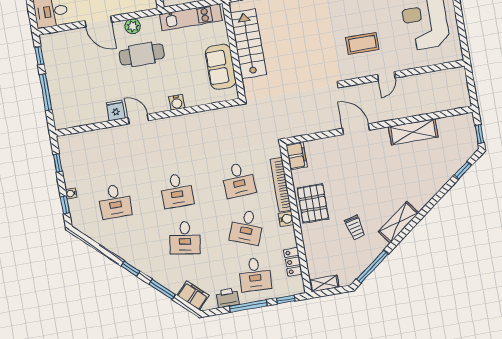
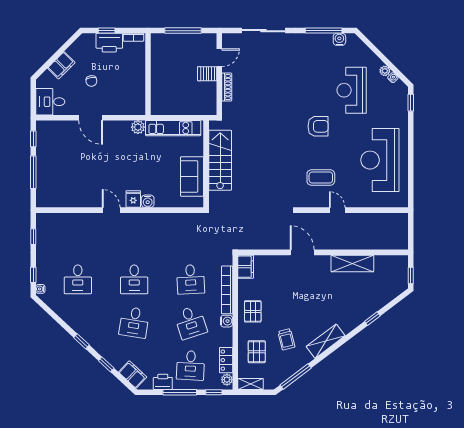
plant: (133, 26) -> (138, 127), moved
cafe table: (142, 54) -> (124, 153), removed
door: (386, 76) -> (337, 210), swing flipped
fridge: (116, 110) -> (133, 199), moved
window: (463, 170) -> (372, 319), moved
water cooler: (71, 193) -> (40, 289), moved
pallet: (313, 203) -> (253, 311), width x0.67, depth x0.71
desk: (247, 227) -> (191, 322), turned -39
pallet: (325, 247) -> (257, 352), added
plant: (297, 283) -> (227, 380), added
window: (162, 289) -> (106, 364), width x0.67

